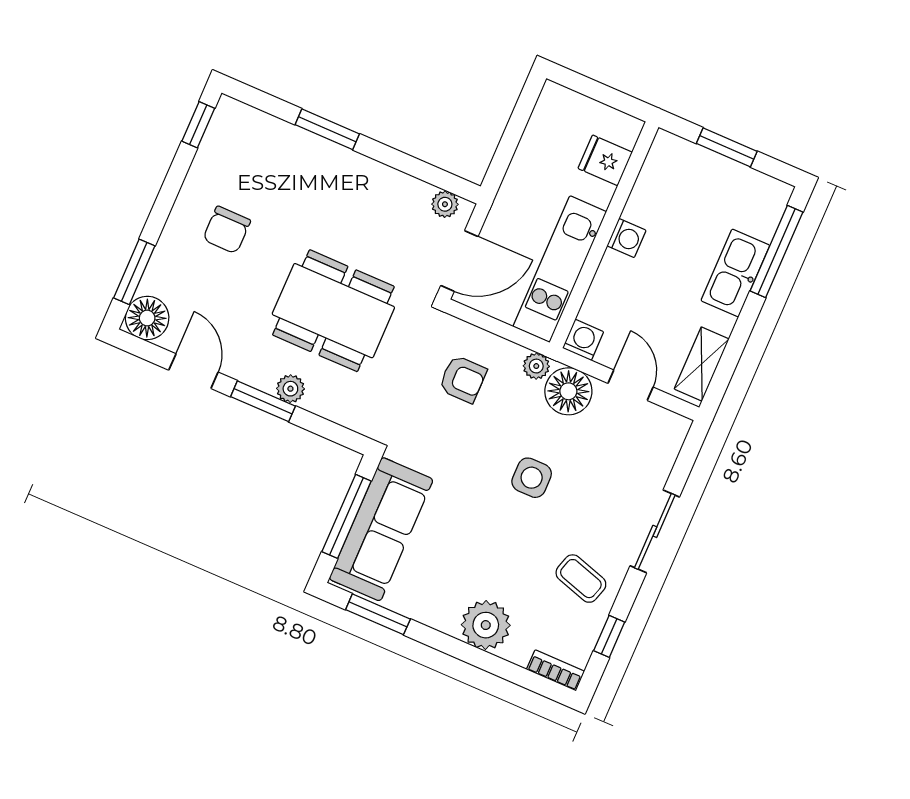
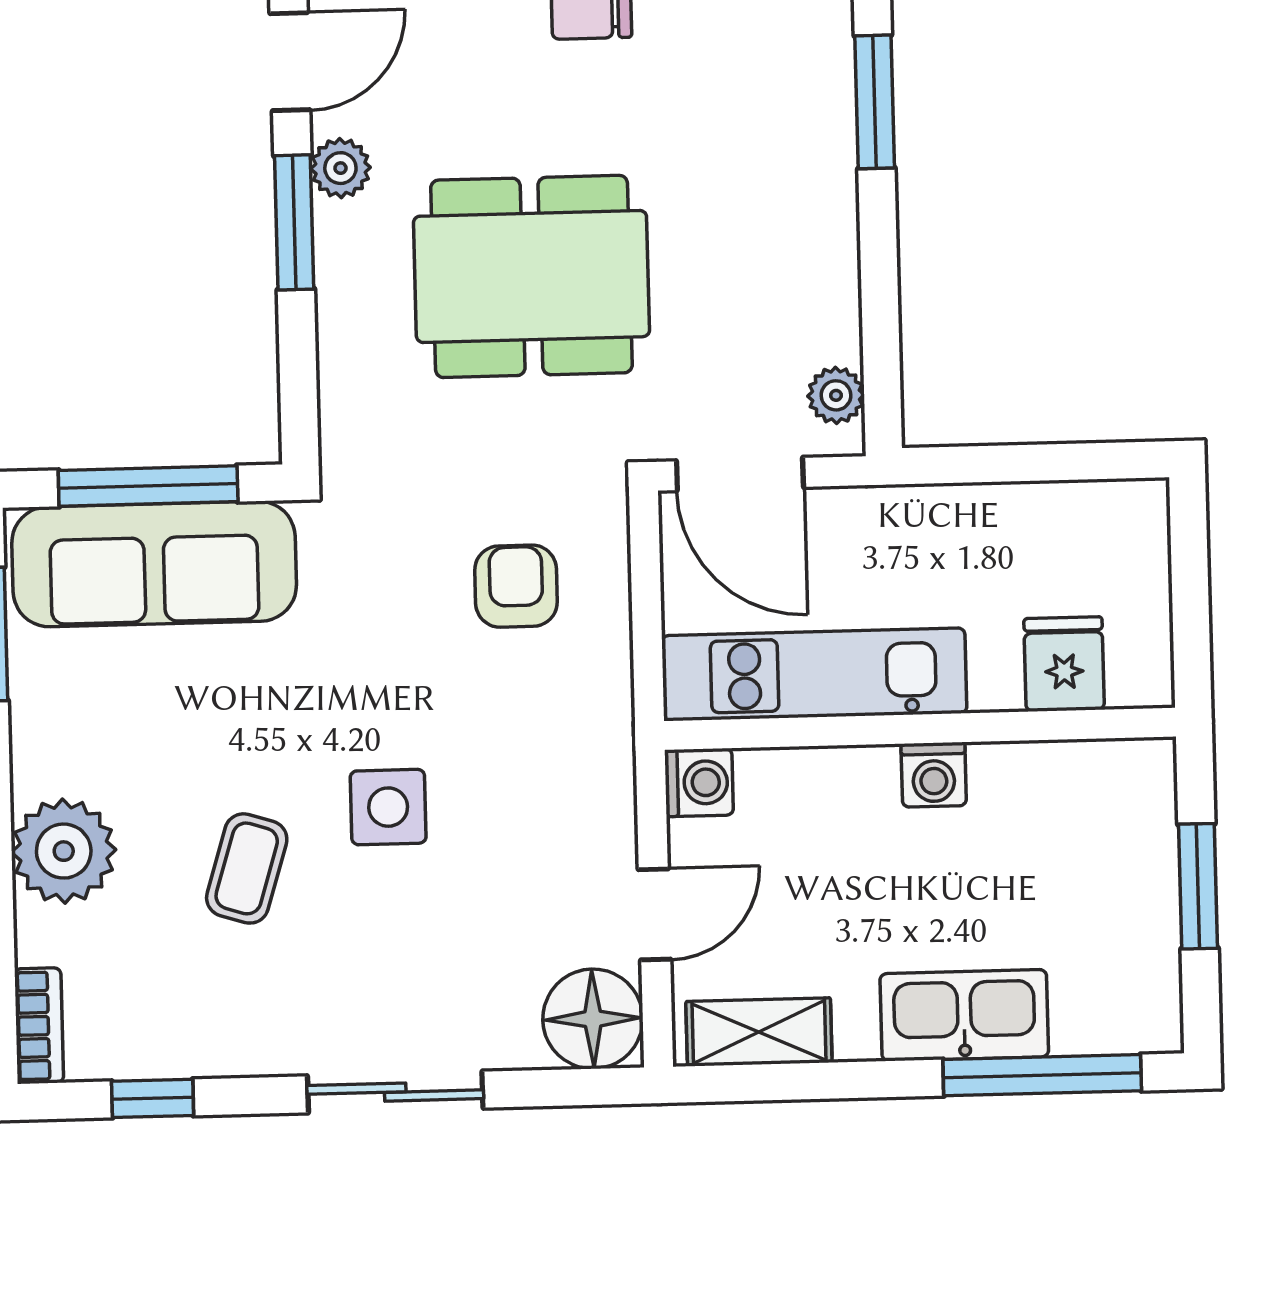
dining table: (333, 311) -> (531, 276), turned 90
plant: (536, 366) -> (607, 716), removed
armchair: (463, 379) -> (516, 586), turned 180
plant: (290, 389) -> (340, 168), moved
floor lamp: (568, 391) -> (593, 1019), moved
coffee table: (581, 579) -> (247, 868), moved

